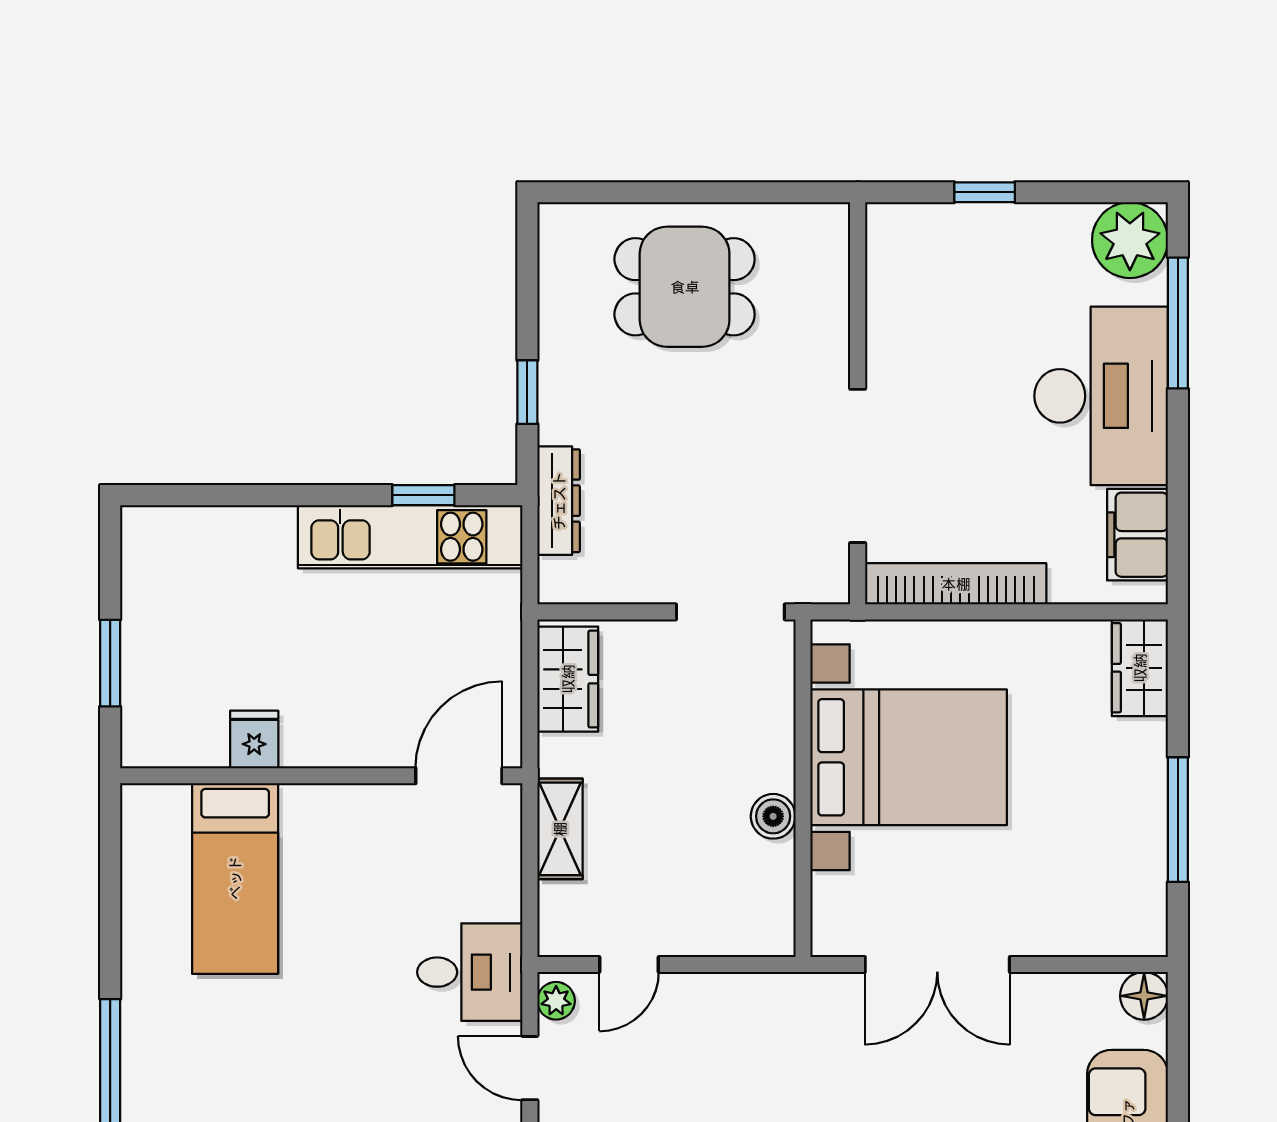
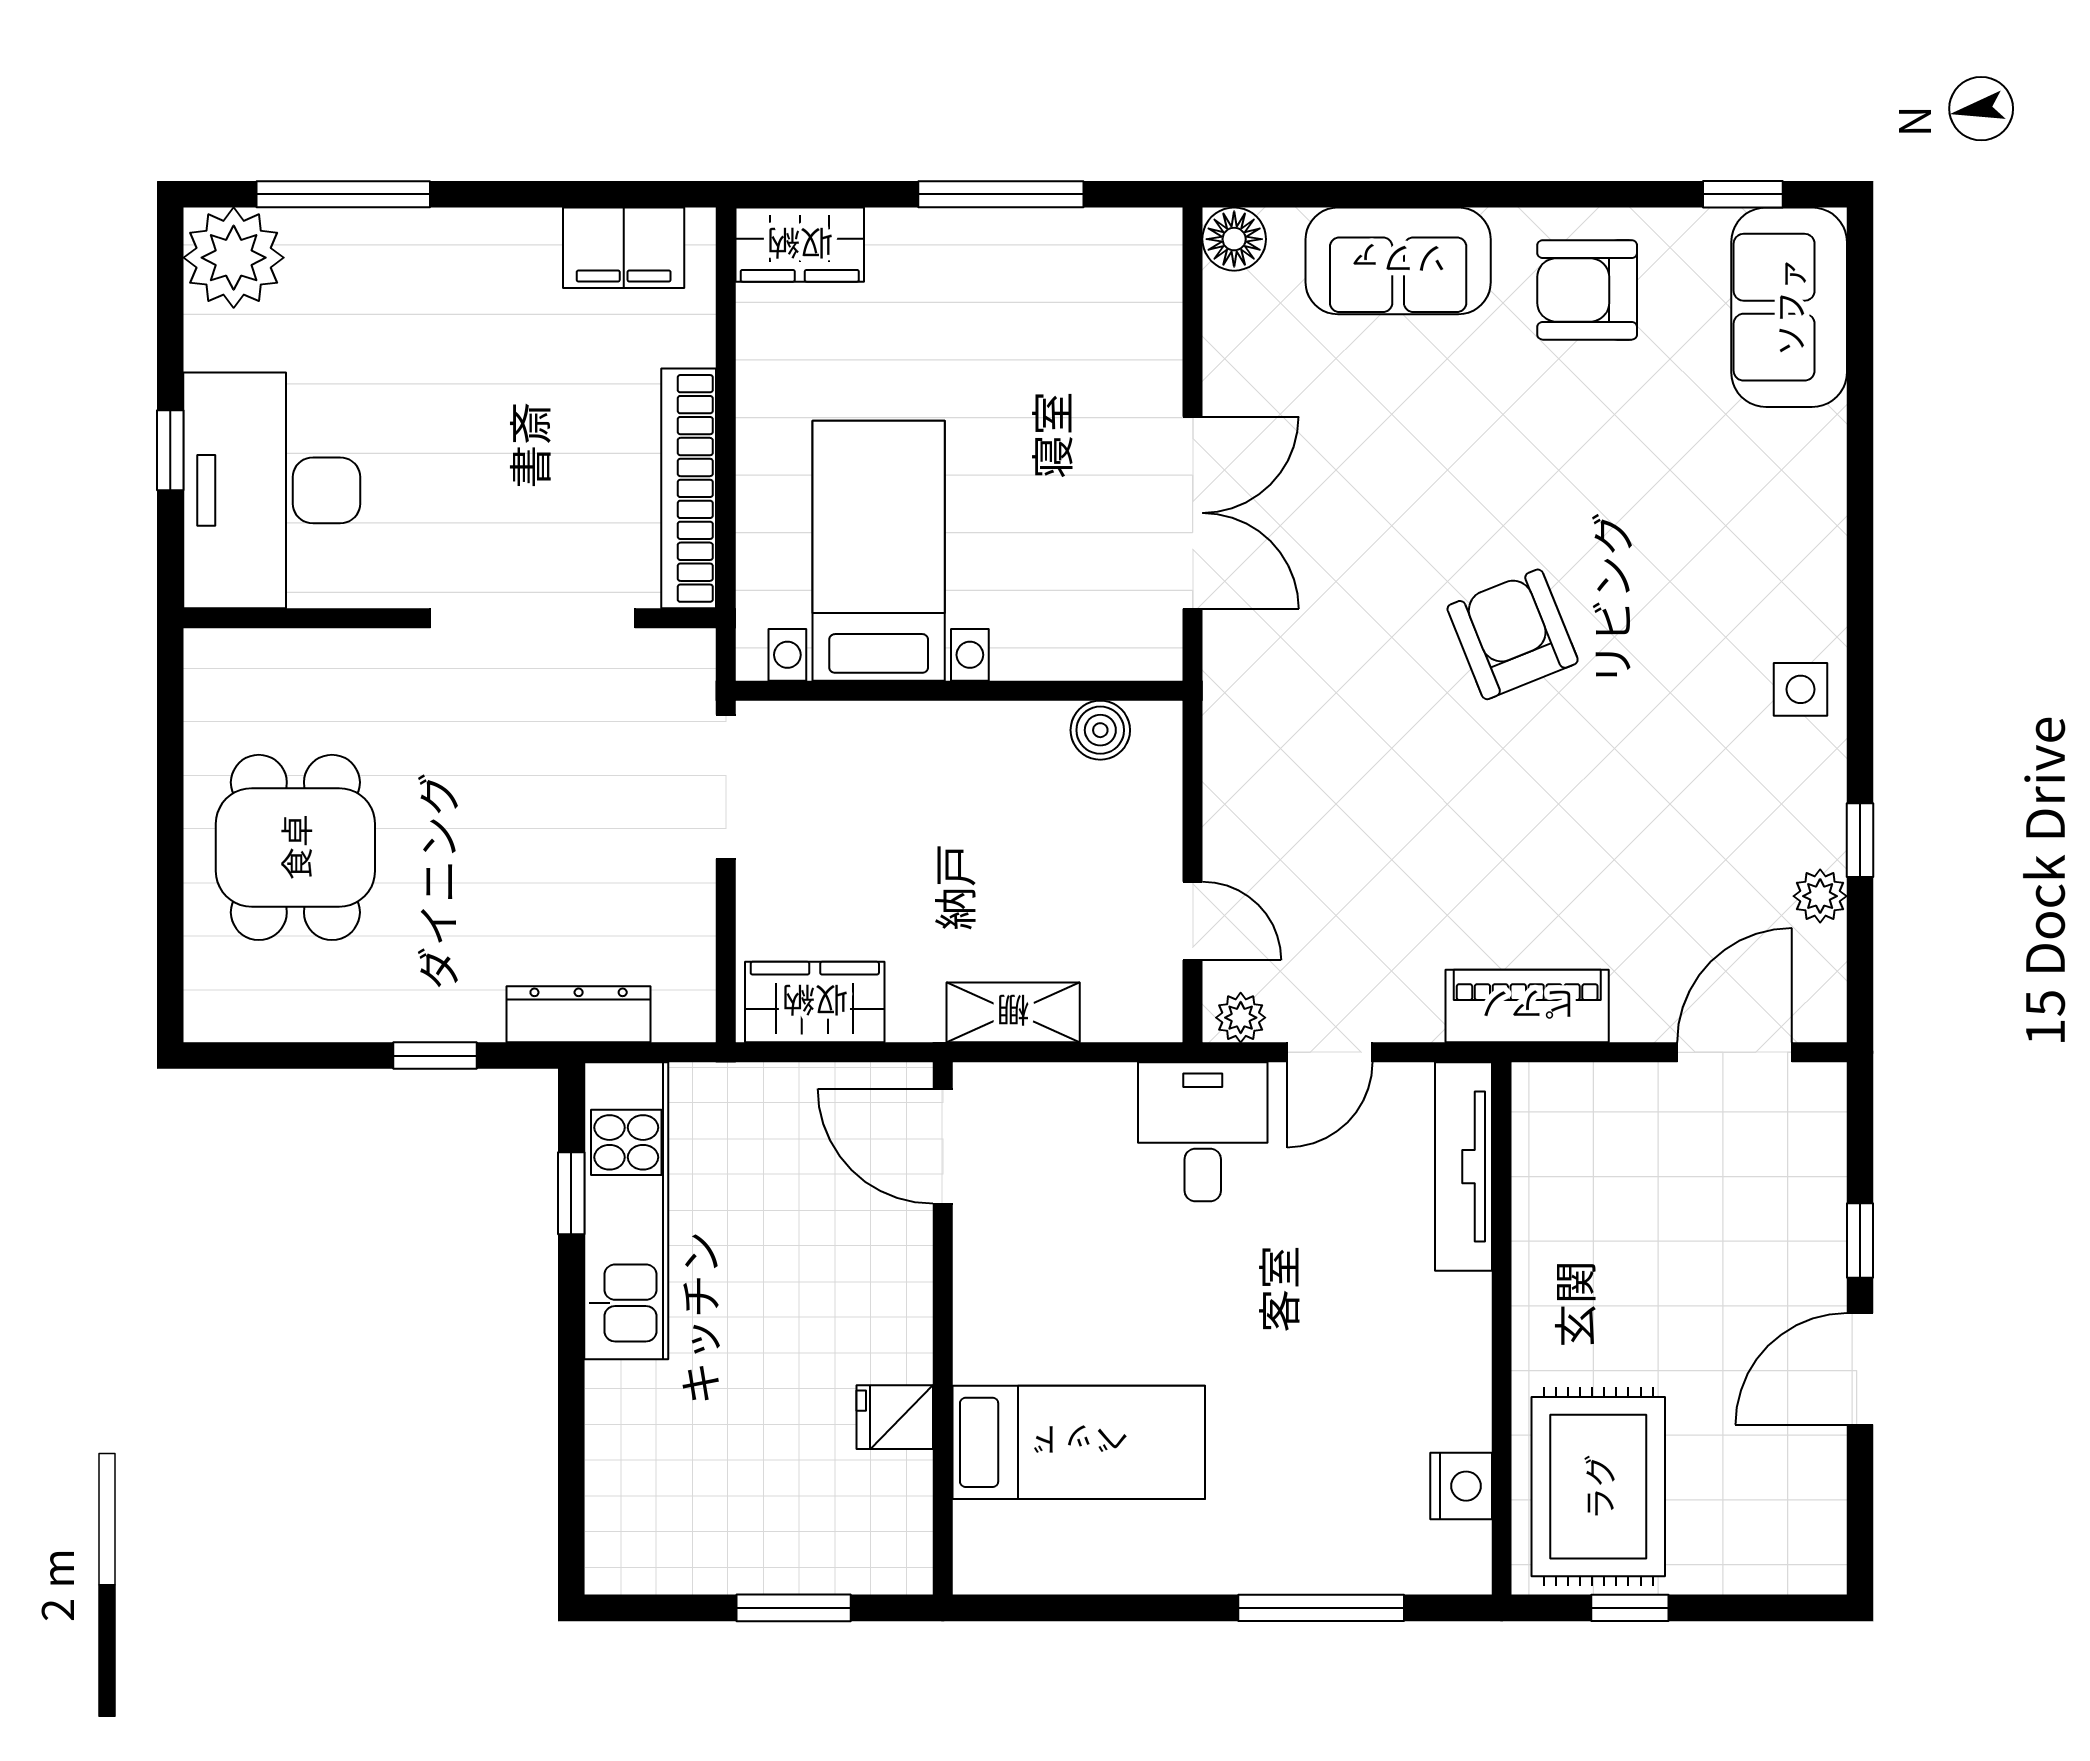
desk: (1101, 396) -> (272, 490), moved, turned -90
bed with nightstands: (909, 757) -> (879, 551), width x0.73
boiler: (773, 816) -> (1100, 730), moved

